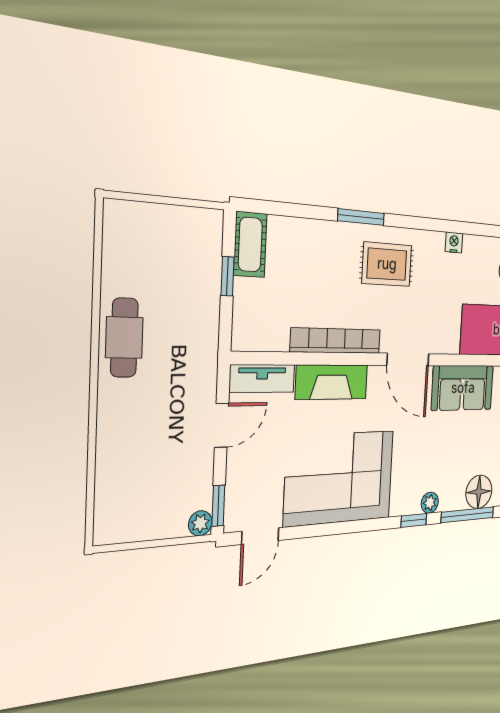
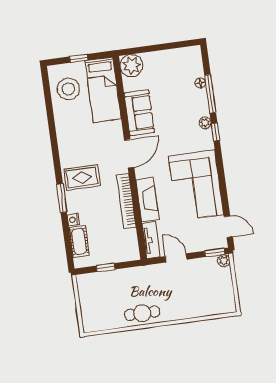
nightstand: (454, 242) -> (73, 220), moved
cot: (250, 244) -> (79, 241), moved, turned 90
rug: (387, 264) -> (82, 178), turned 90
floor lamp: (479, 492) -> (200, 83), width x0.53, depth x0.53

